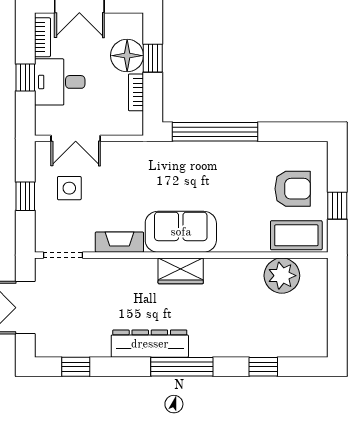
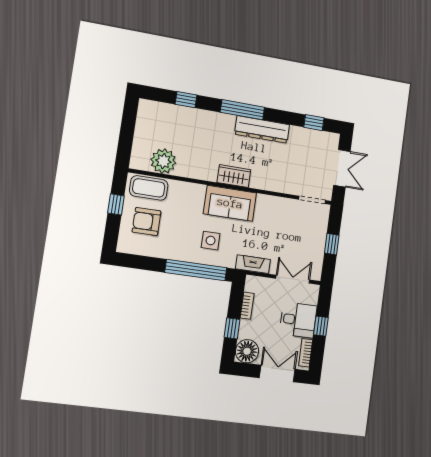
floor lamp: (127, 56) -> (247, 351), moved
side table: (69, 188) -> (211, 241), moved
fireplace: (119, 242) -> (253, 264), moved, turned 180

